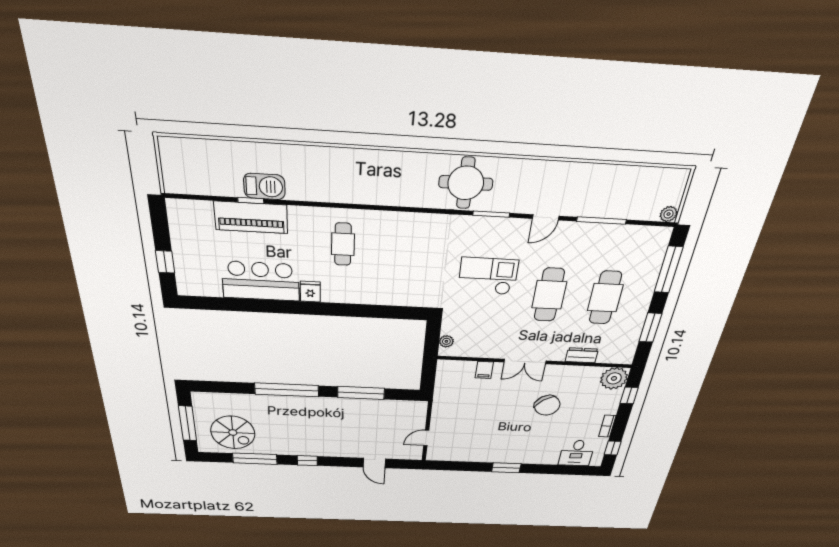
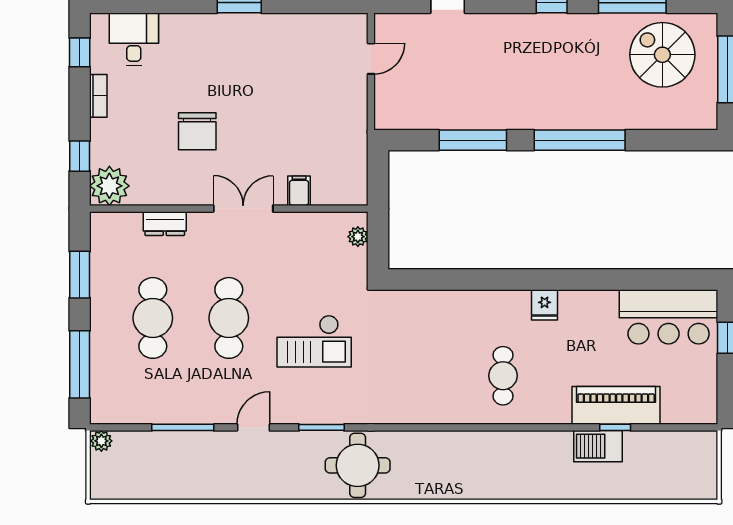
bar counter: (261, 281) -> (669, 317), moved
chair: (547, 405) -> (197, 131), turned -142

